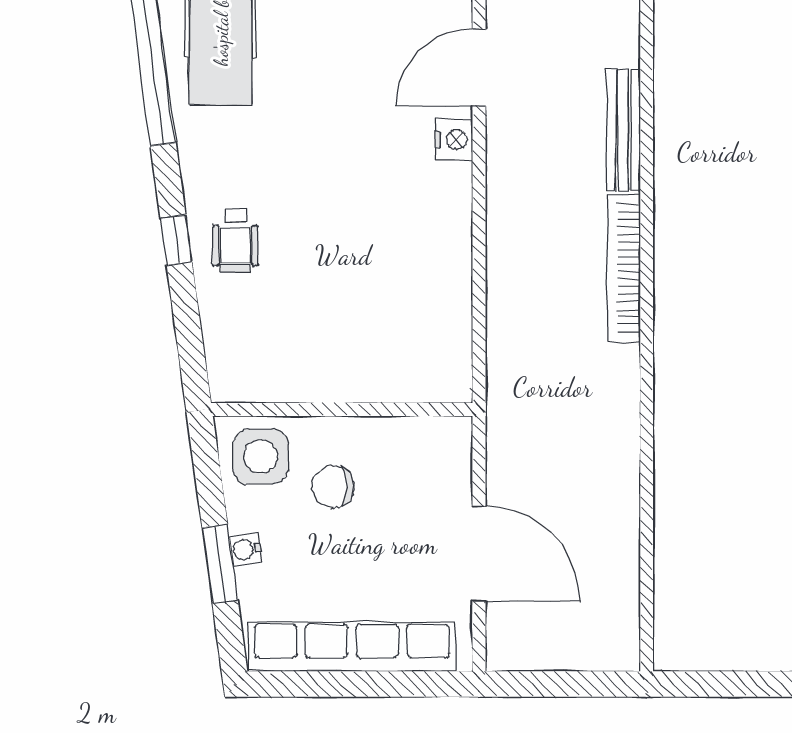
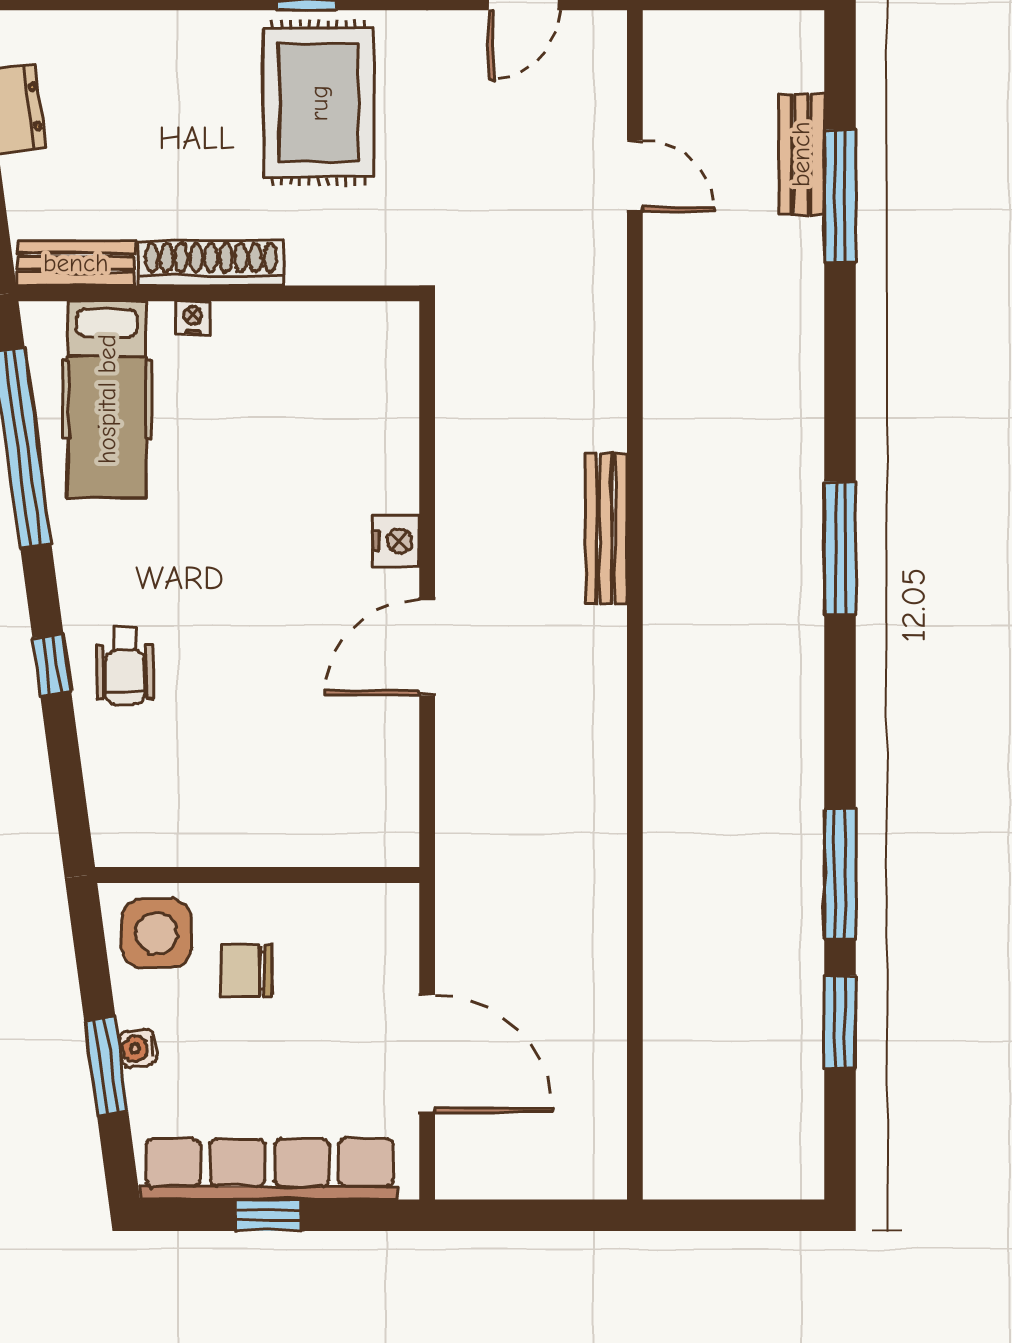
door: (479, 67) -> (427, 648), moved
bookcase: (624, 268) -> (606, 700), removed
window: (351, 684) -> (269, 1215), added

